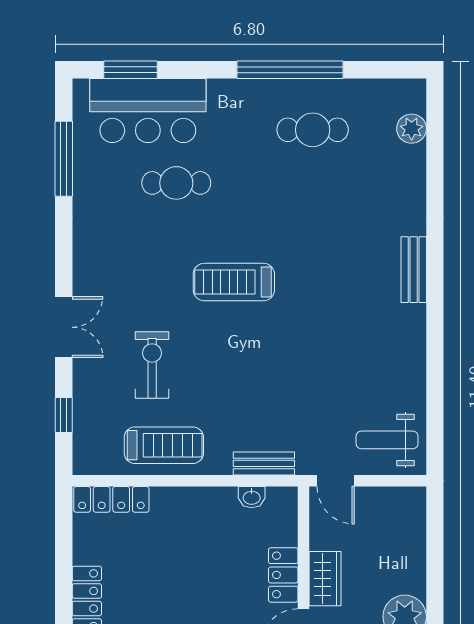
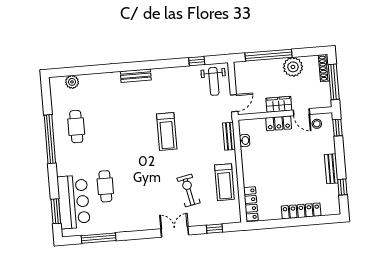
treadmill: (234, 282) -> (167, 131), moved
exercise bike: (152, 365) -> (189, 191), turned 78
window: (435, 406) -> (197, 61), added
treadmill: (164, 445) -> (224, 182), turned 180
window: (435, 565) -> (269, 55), added

